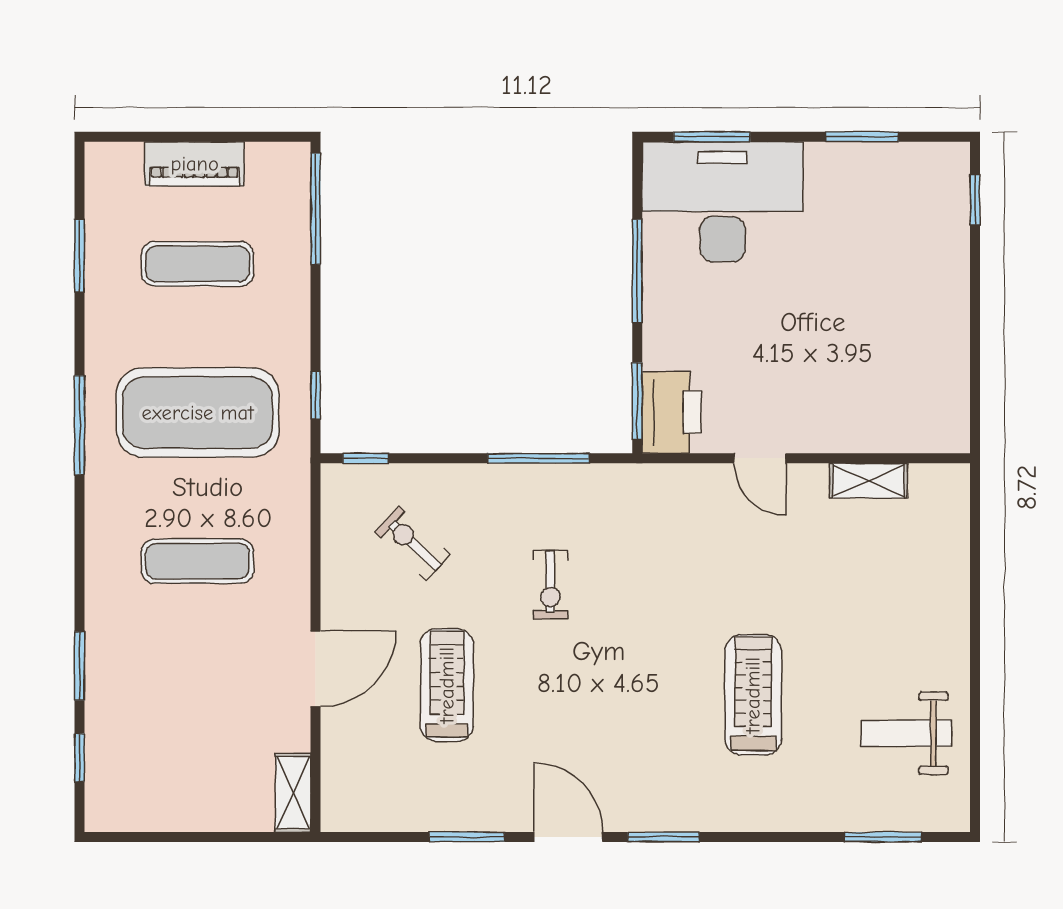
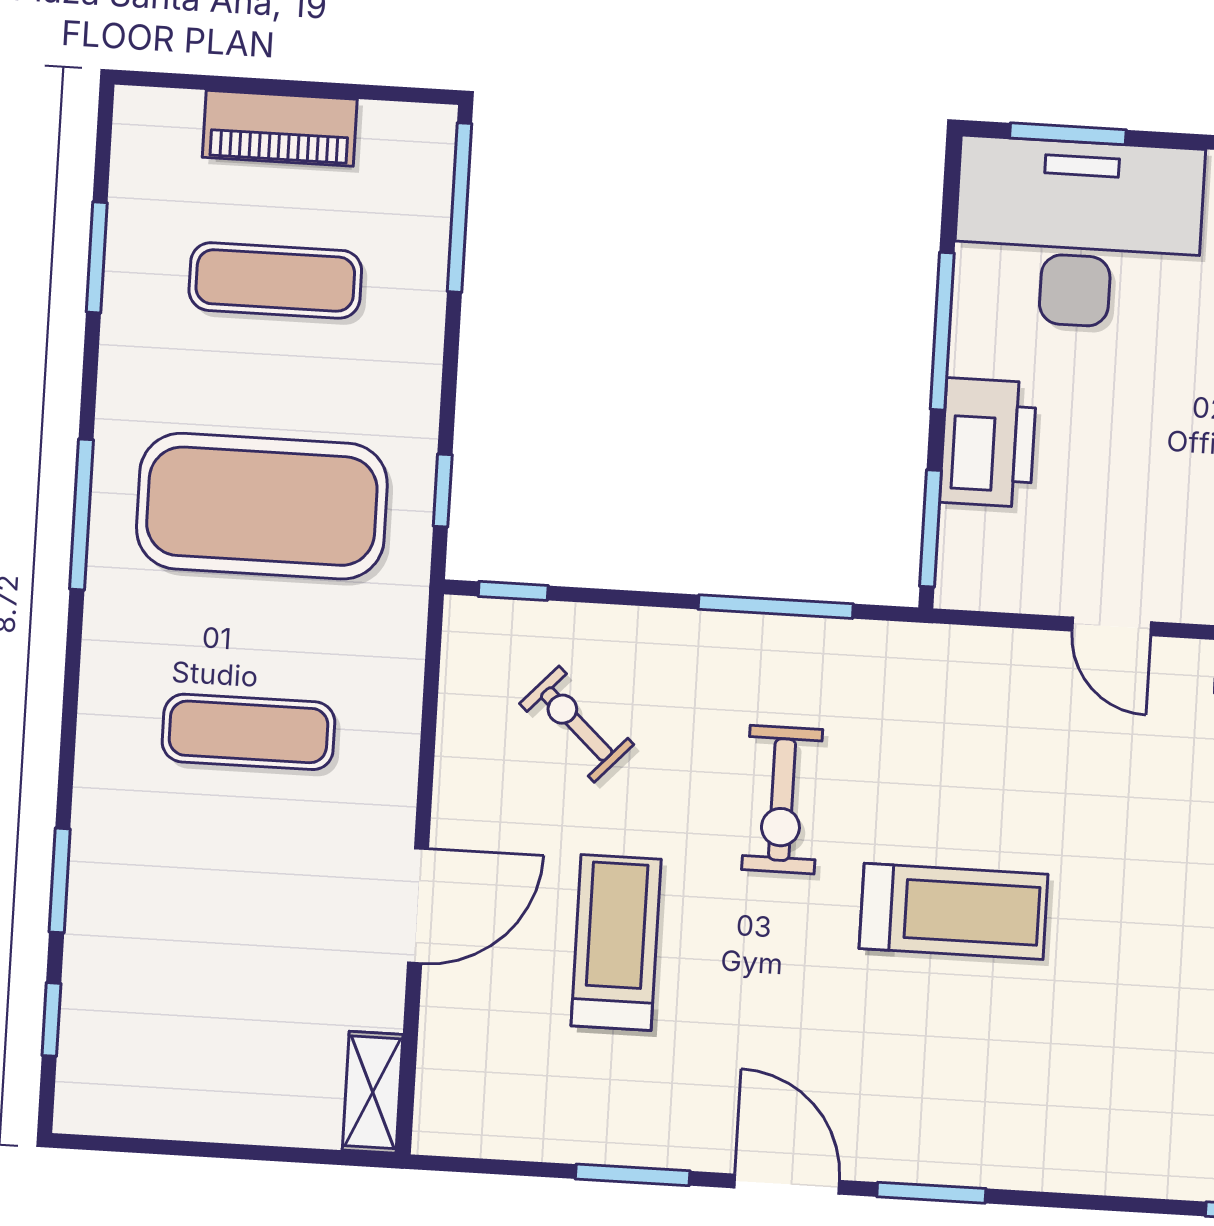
printer: (672, 412) -> (988, 443), moved
exercise bike: (550, 585) -> (782, 800), width x1.38, depth x1.39
treadmill: (753, 695) -> (954, 911), moved, turned 90

